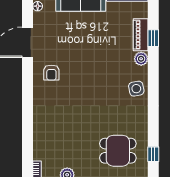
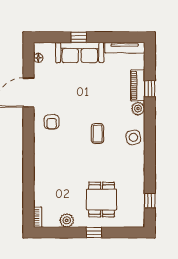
coffee table: (99, 85) -> (97, 134), added
dining table: (118, 151) -> (102, 200), moved, turned 90

